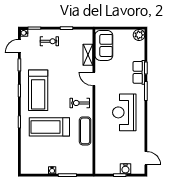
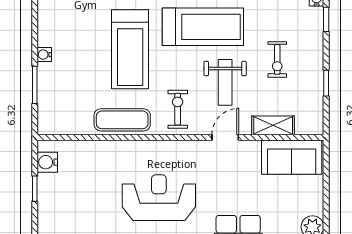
exercise bike: (49, 41) -> (277, 59), moved
weight bench: (66, 79) -> (225, 82), added
treadmill: (38, 90) -> (203, 27), turned 180
treadmill: (49, 127) -> (130, 49), turned 180
water cooler: (125, 169) -> (47, 162), moved

